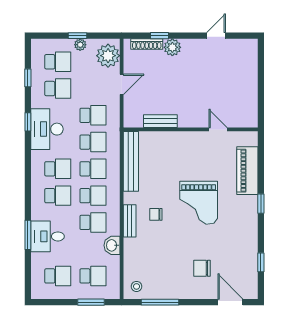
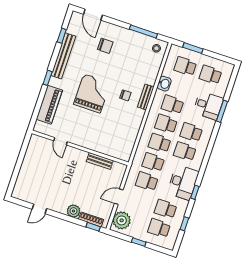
window: (160, 36) -> (93, 227), moved
plant: (80, 45) -> (139, 235), removed
bench: (131, 161) -> (63, 56), moved

